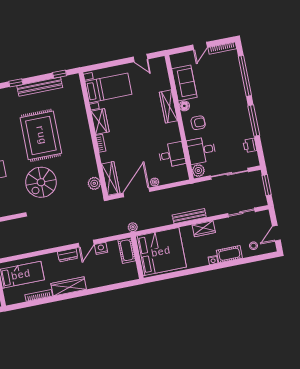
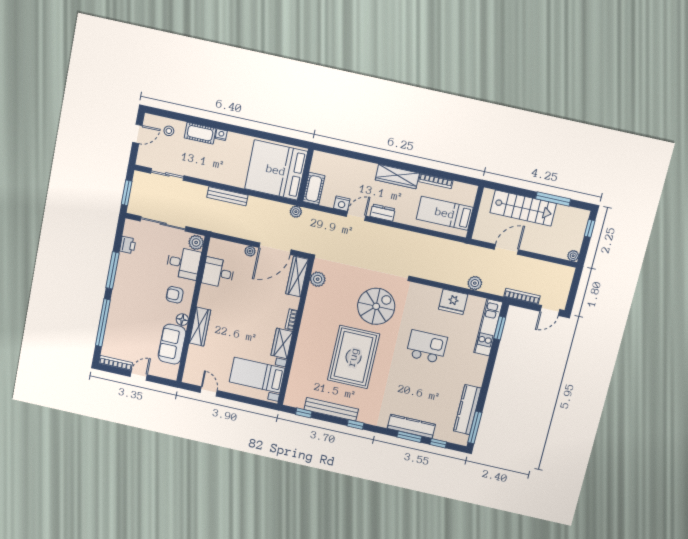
wardrobe: (204, 229) -> (217, 175), removed

